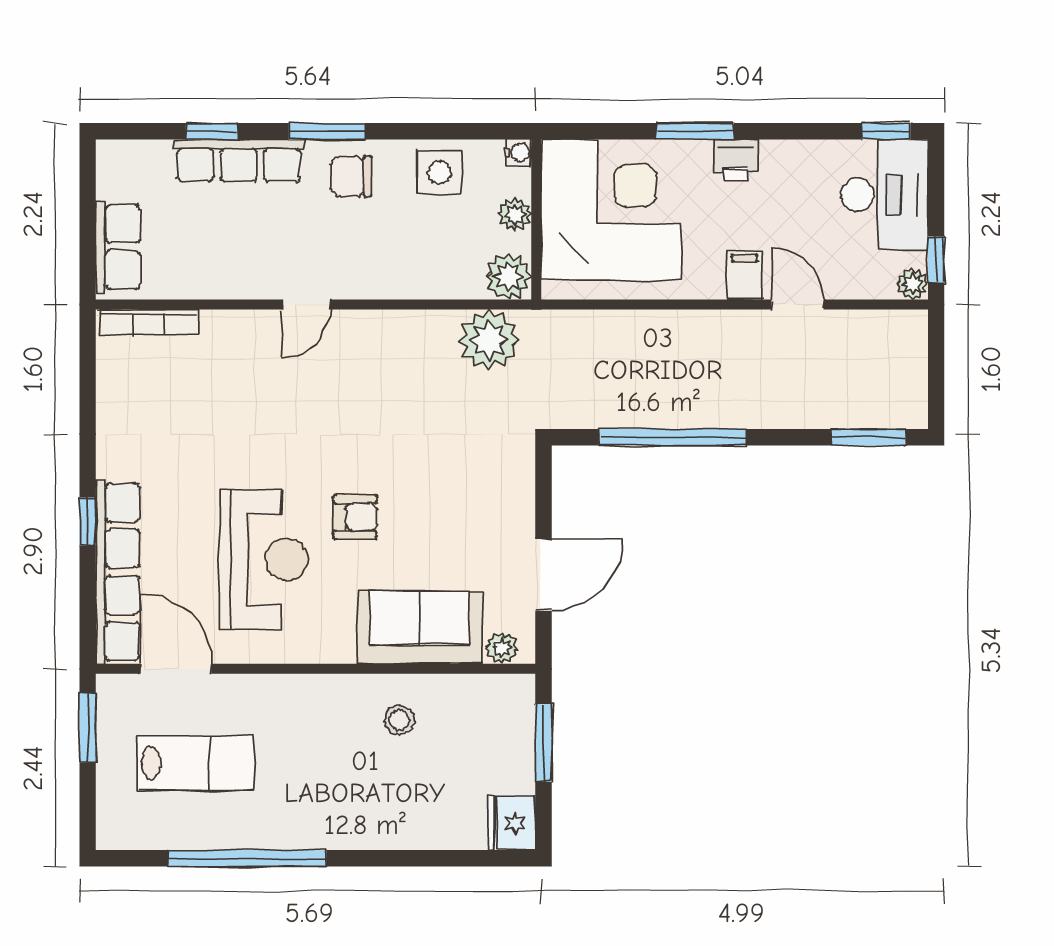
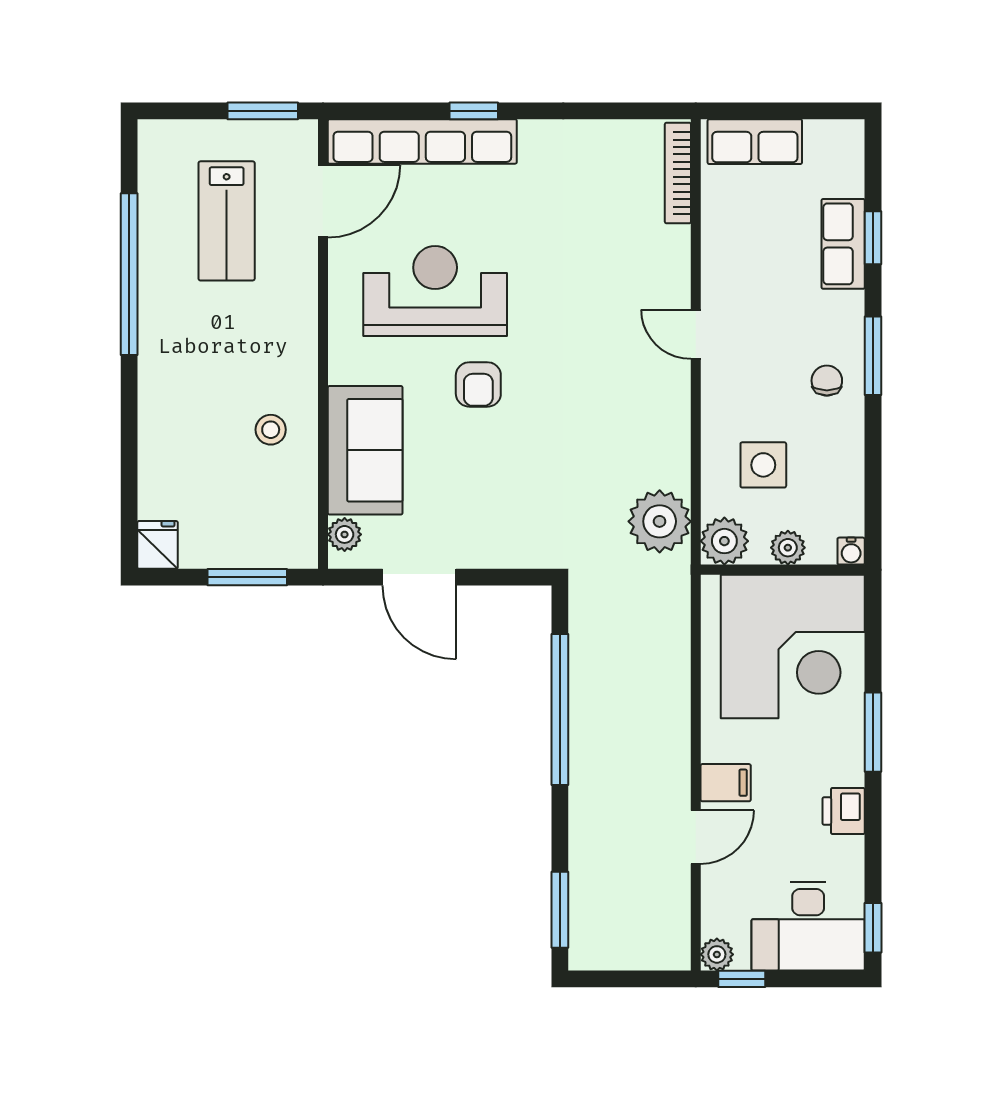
row of seats: (239, 160) -> (843, 244), width x0.68
printer: (736, 160) -> (844, 811), moved
side table: (439, 172) -> (763, 465), moved
chair: (351, 176) -> (827, 381), width x0.73, depth x0.73
reception desk: (264, 559) -> (435, 291), turned 180
fridge: (512, 823) -> (158, 545), width x0.72

